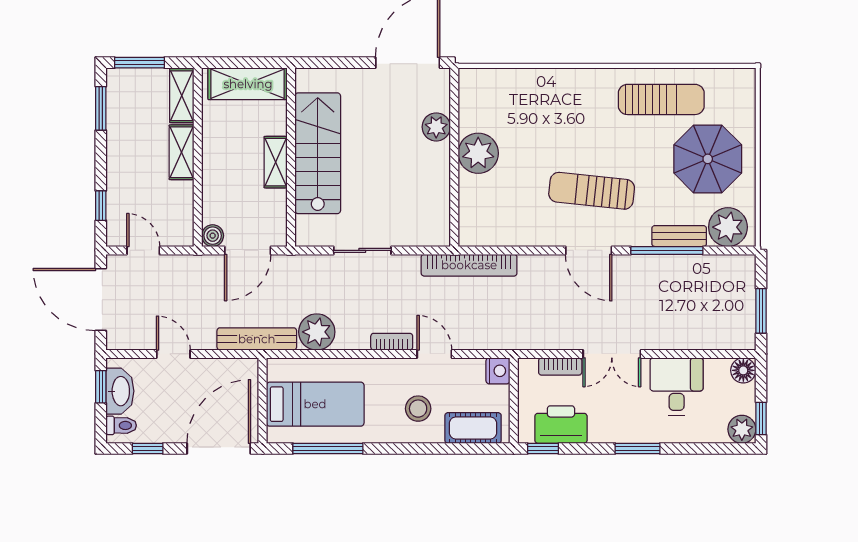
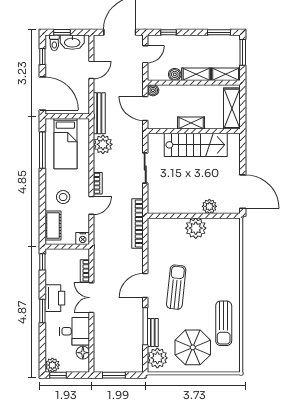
boiler: (182, 194) -> (175, 74), added
floor lamp: (743, 370) -> (83, 353), moved
window: (101, 387) -> (62, 32), moved
printer: (561, 425) -> (55, 298), moved

